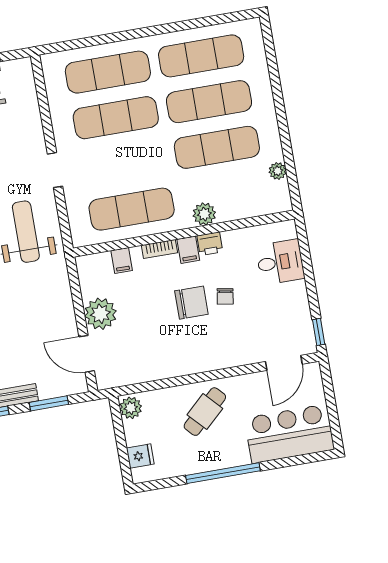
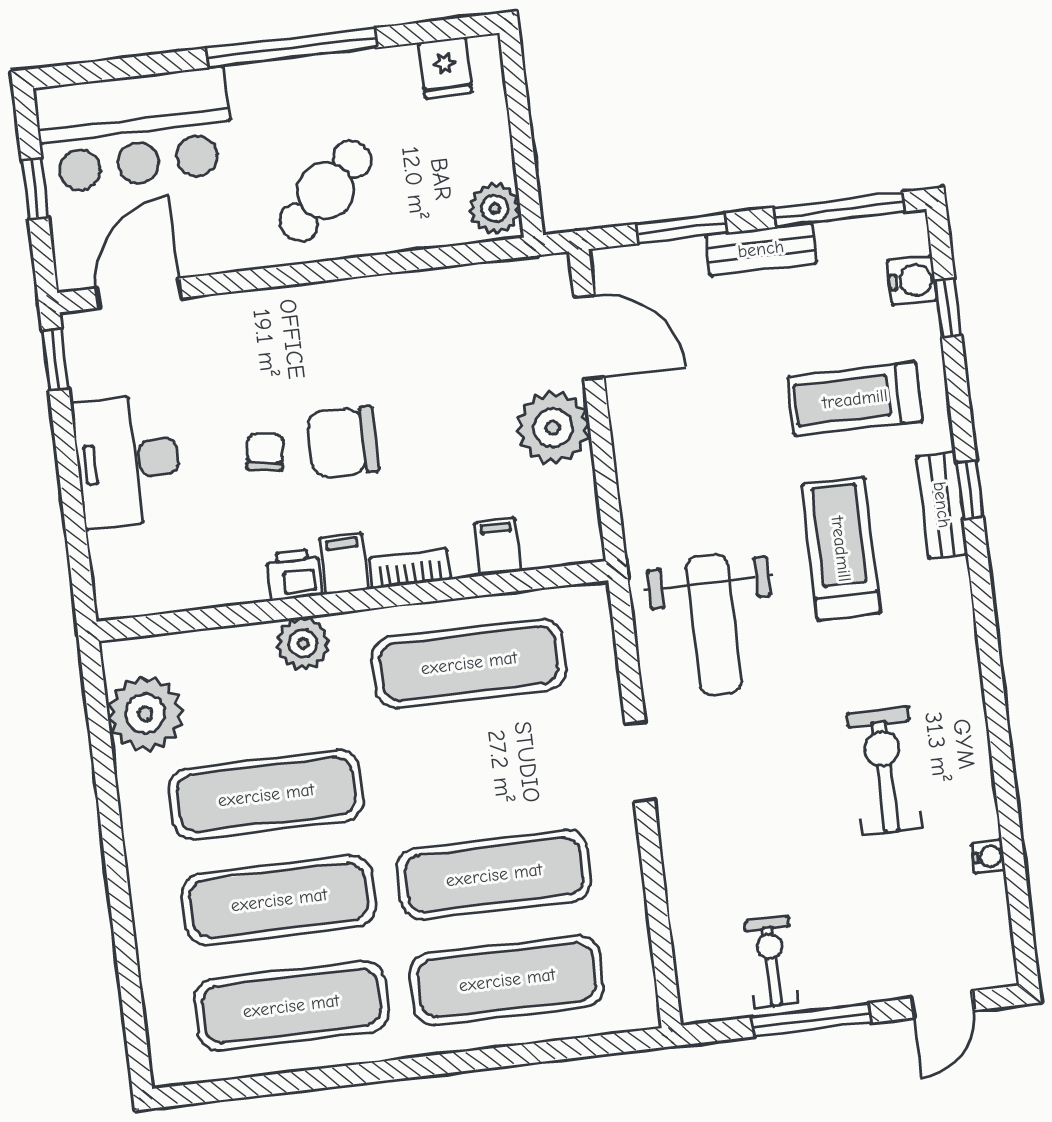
plant: (278, 171) -> (145, 714), width x1.88, depth x1.88
desk: (280, 262) -> (128, 461), moved, width x1.37
window: (331, 406) -> (35, 189), added
fridge: (140, 456) -> (445, 68), moved, turned -90

